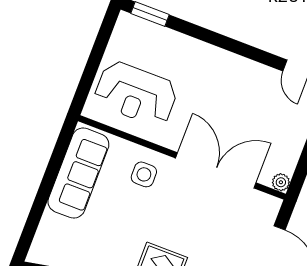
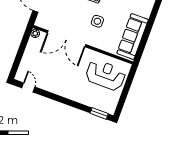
side table: (144, 174) -> (97, 21), moved

